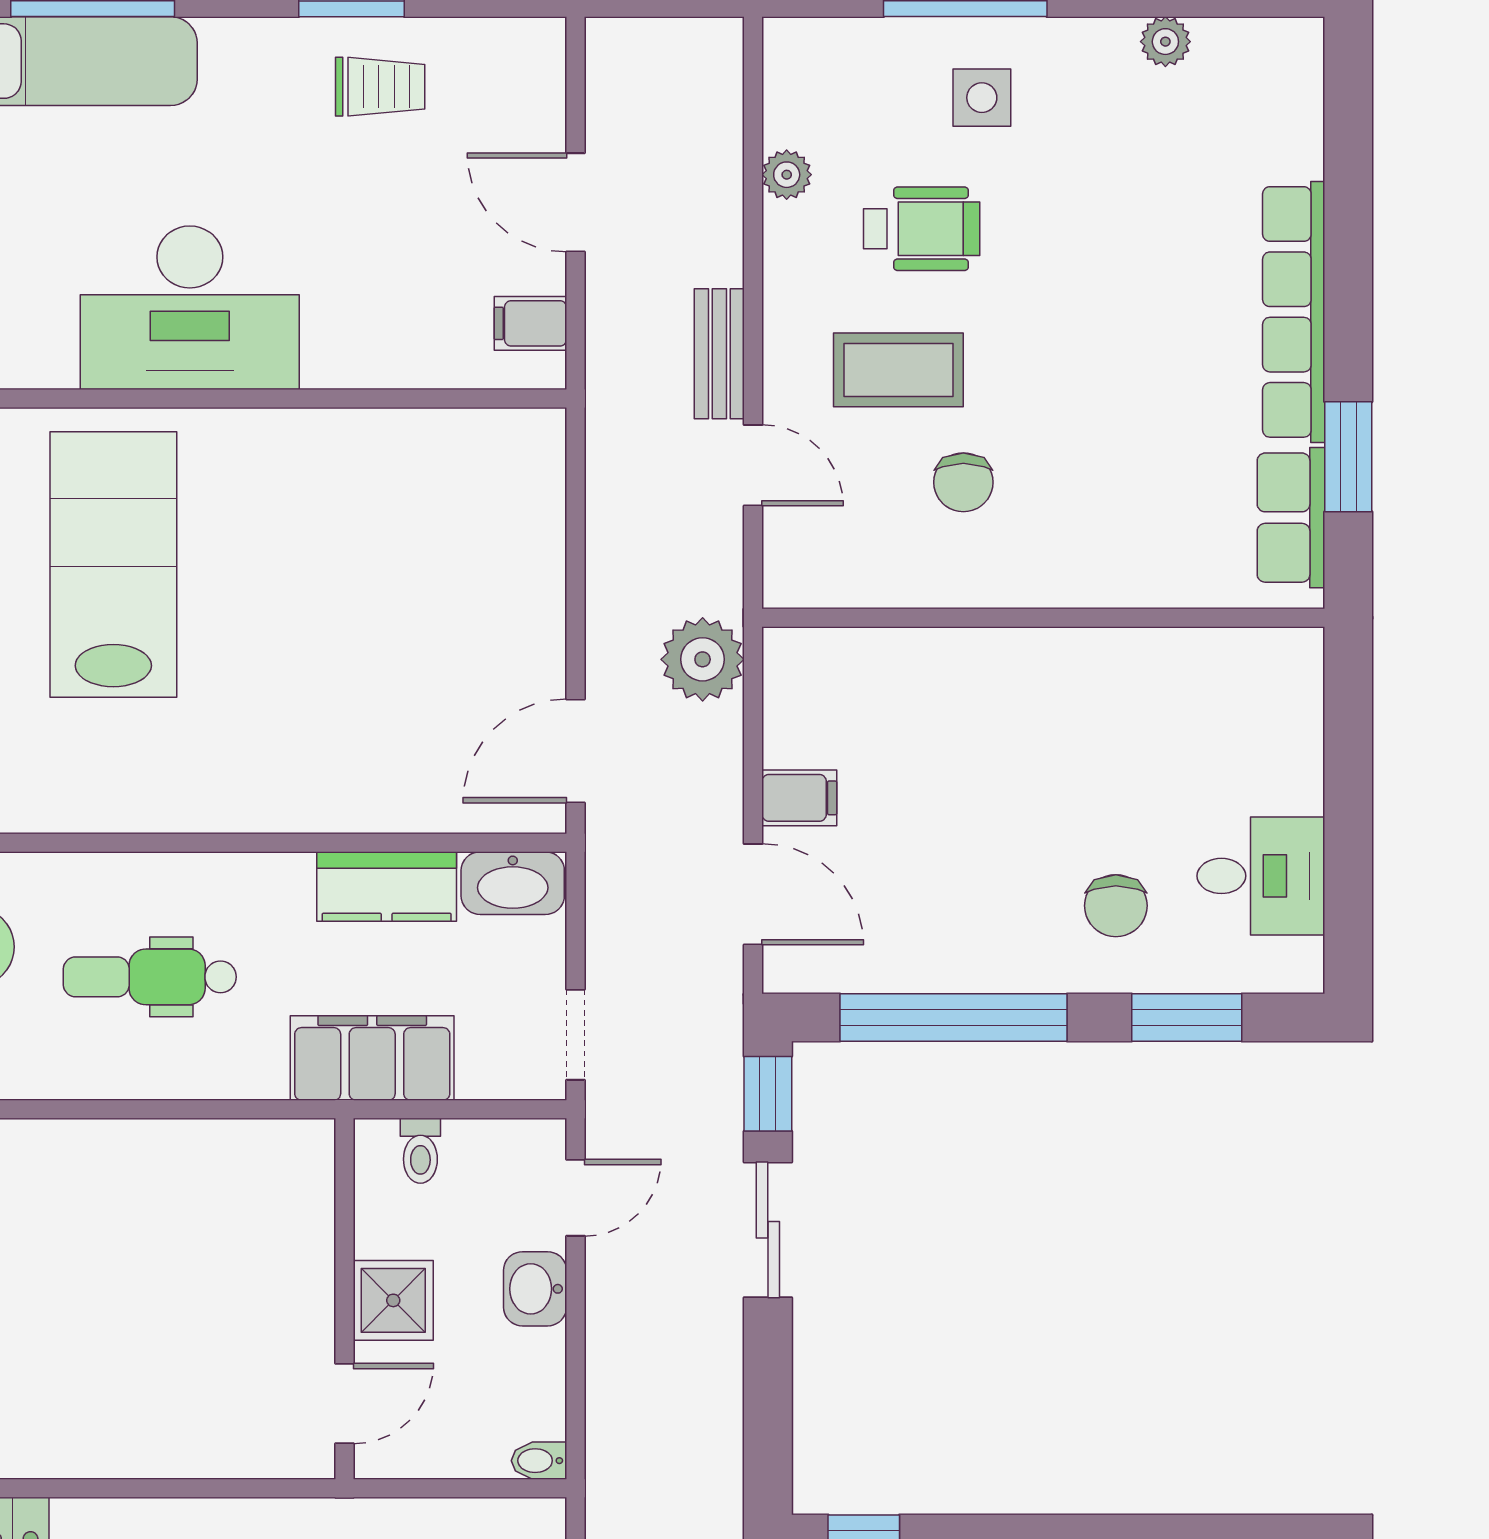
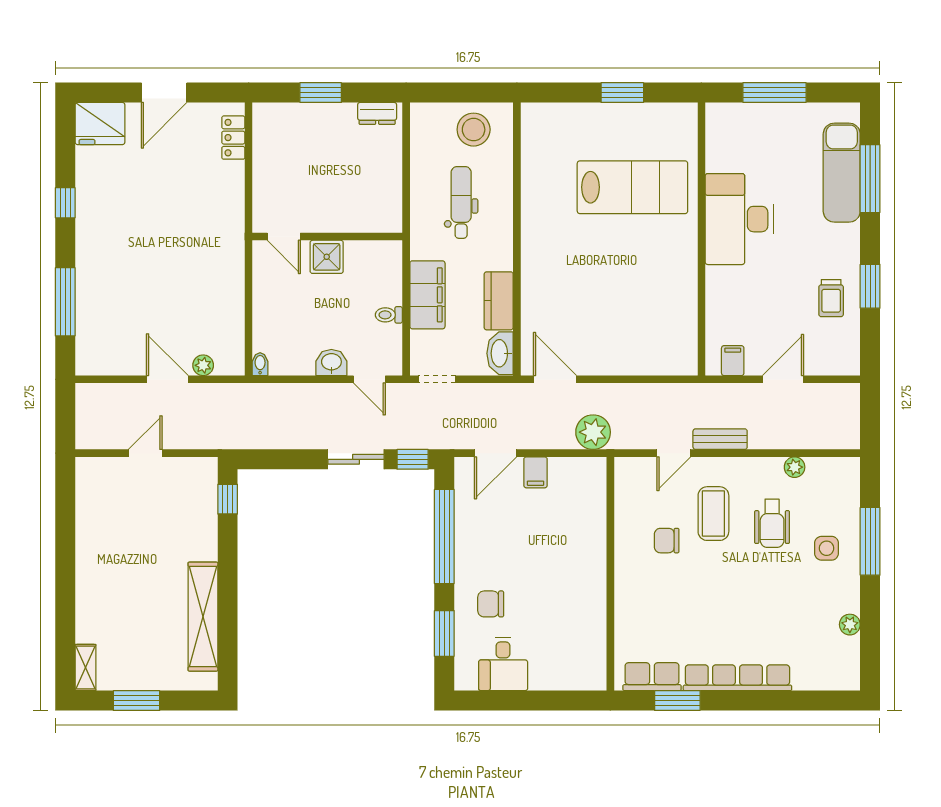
wall: (344, 1299) -> (327, 237), moved
shower: (393, 1300) -> (327, 257), moved
door: (344, 1403) -> (284, 237), moved

